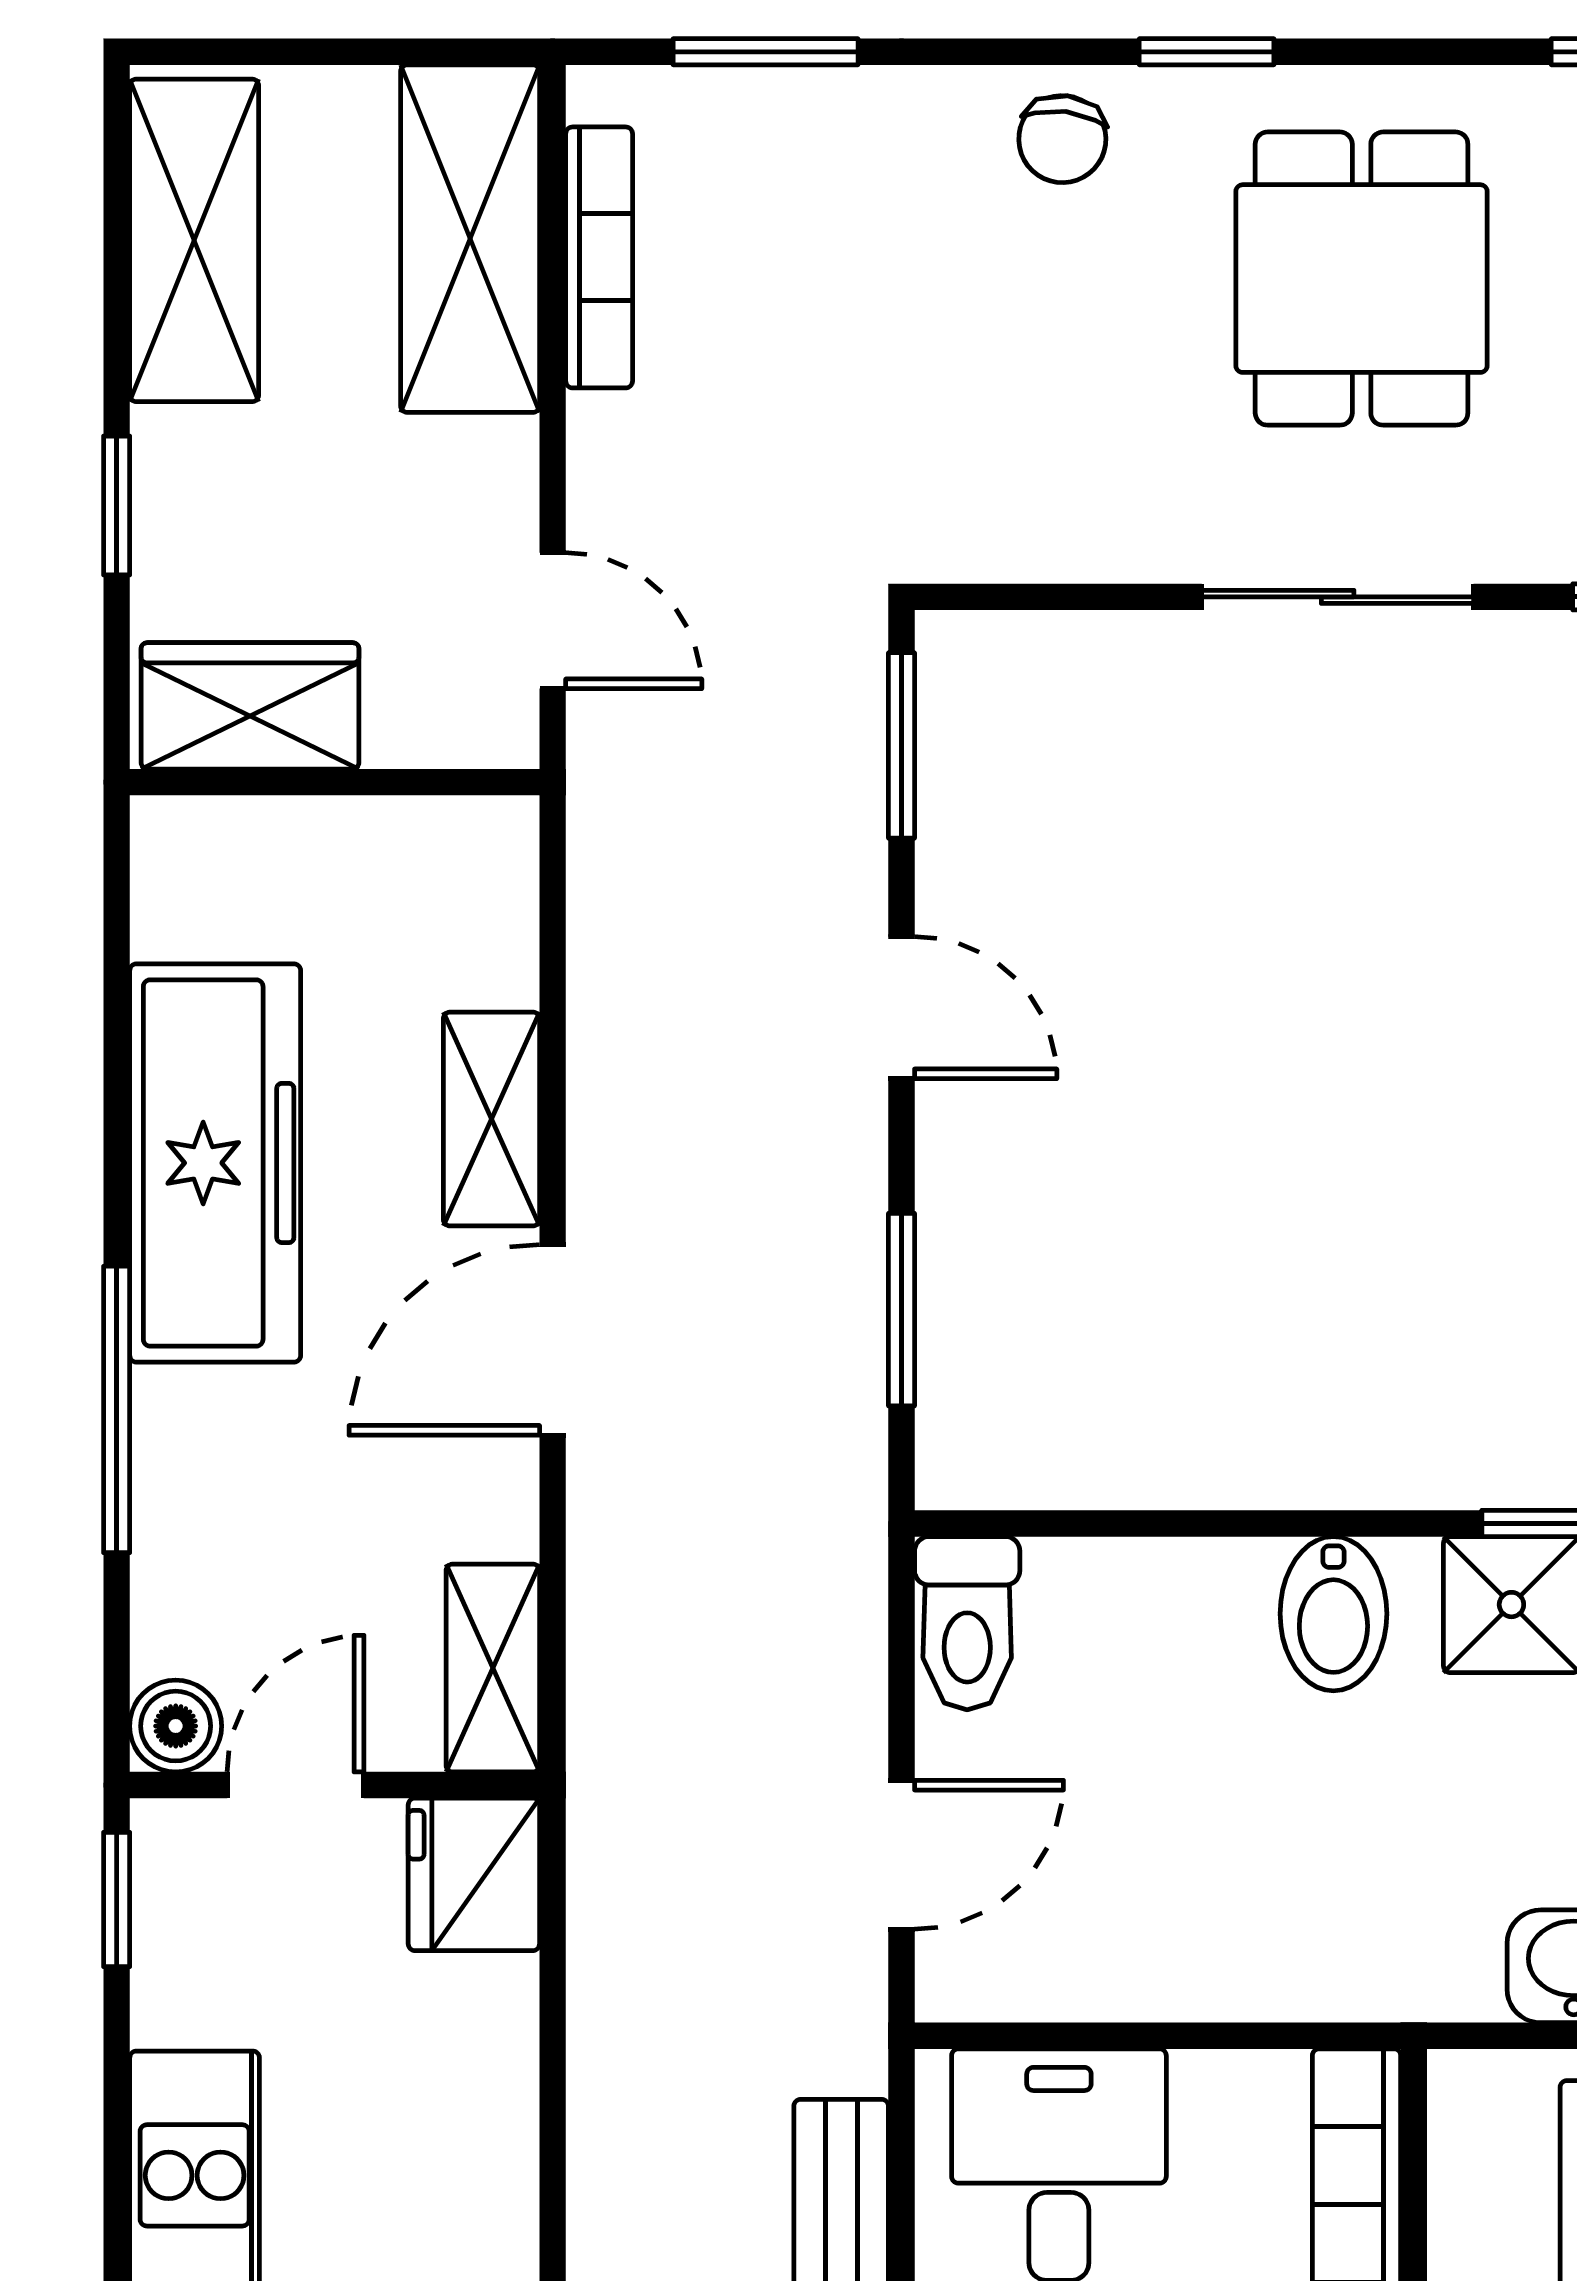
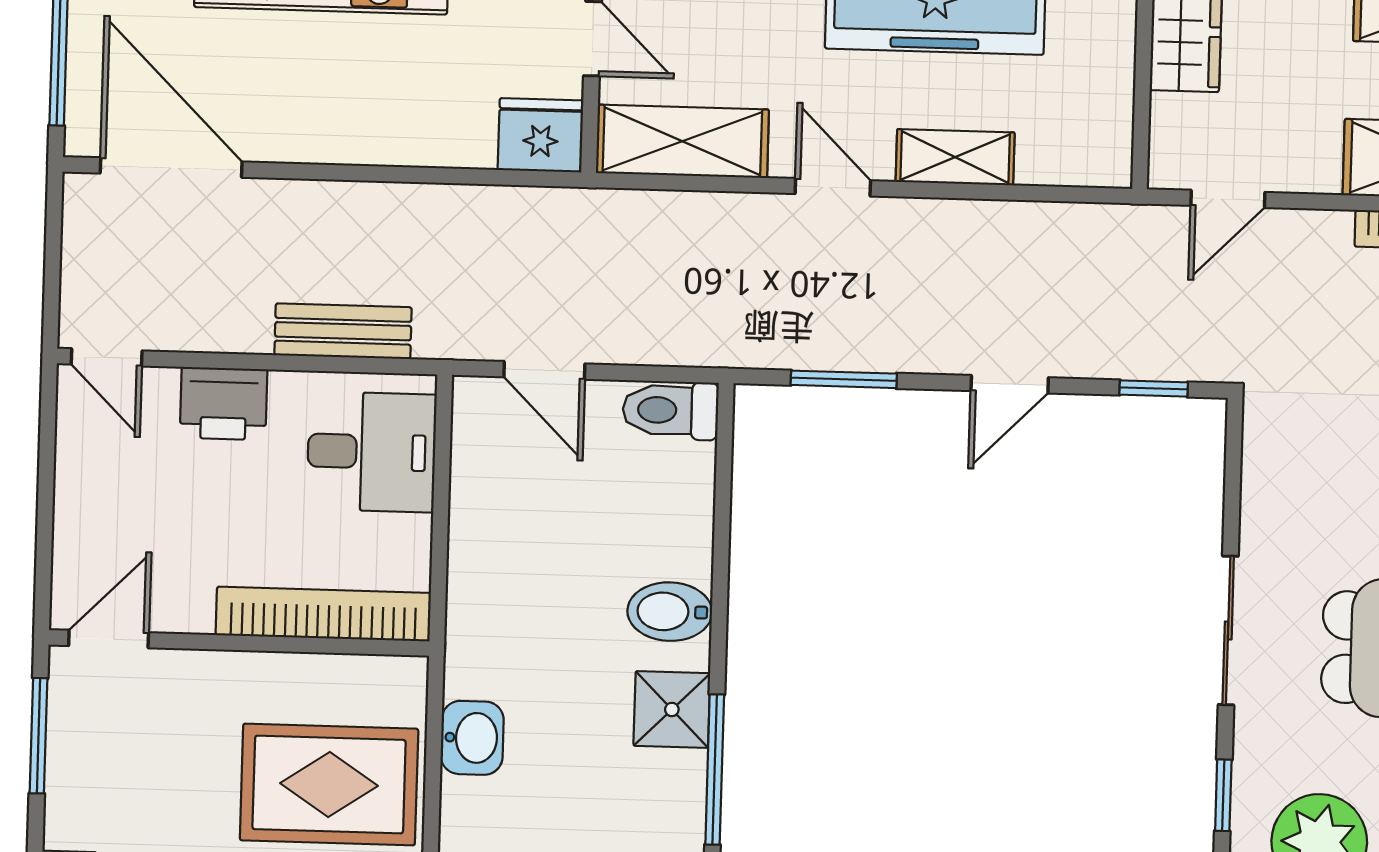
window: (901, 745) -> (1154, 388), width x0.67
door: (553, 1340) -> (833, 187), width x0.73
shelving: (493, 1668) -> (682, 141), width x1.50, depth x1.33

